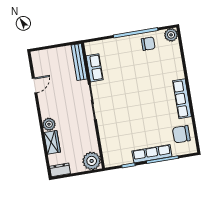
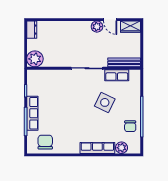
plant: (171, 35) -> (121, 148), moved
side table: (127, 76) -> (105, 102), added
row of seats: (182, 99) -> (97, 148), moved
plant: (49, 124) -> (97, 27), moved
wardrobe: (52, 142) -> (131, 27), moved

